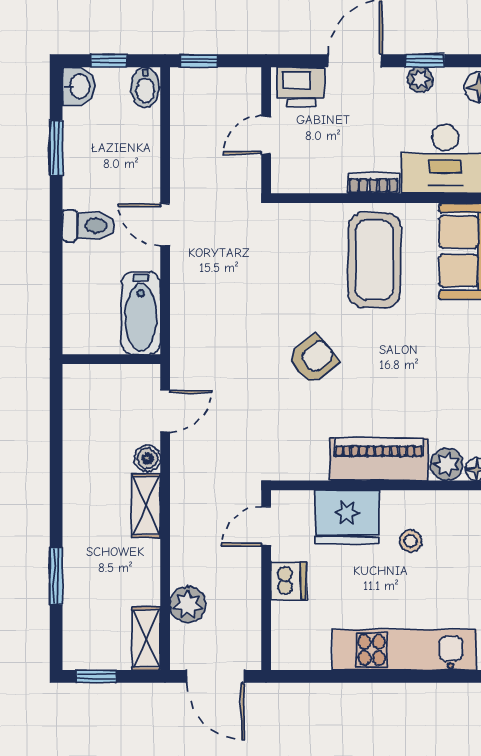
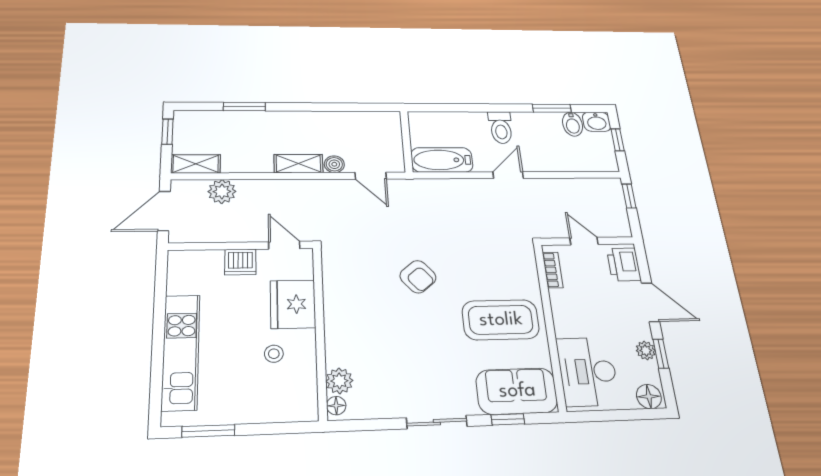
bidet: (145, 87) -> (573, 124), moved, turned -90
bookcase: (373, 183) -> (553, 270), moved
piano: (379, 459) -> (341, 327), removed

